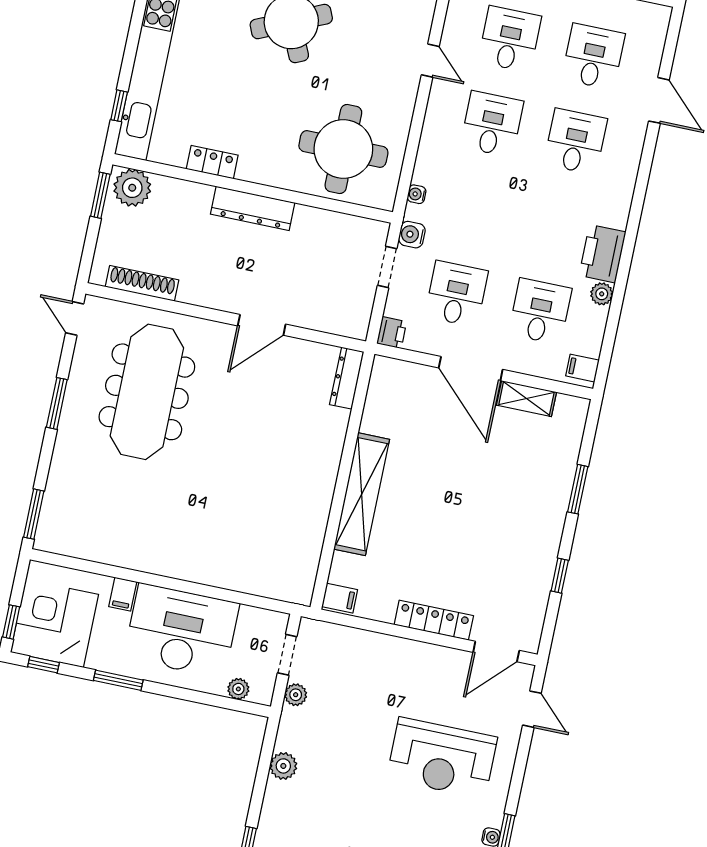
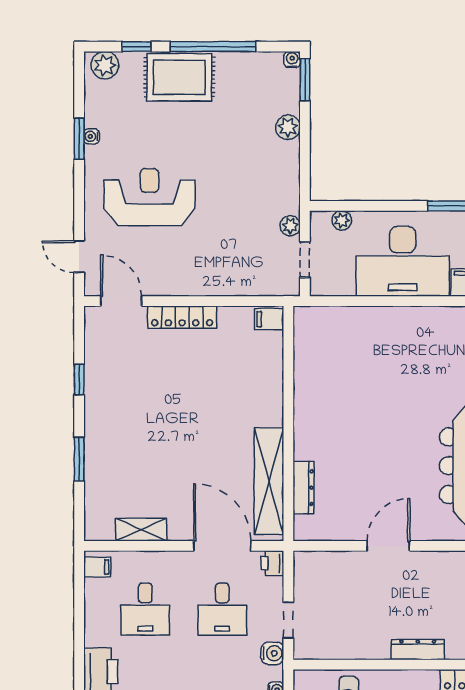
dresser: (253, 208) -> (418, 650), width x0.73, depth x0.80
plant: (602, 294) -> (94, 636), removed
door: (471, 369) -> (222, 546), moved
dresser: (347, 378) -> (303, 488), moved
shelving: (362, 494) -> (269, 481), moved
door: (496, 651) -> (121, 301), hinge flipped
plant: (283, 766) -> (288, 127), moved

